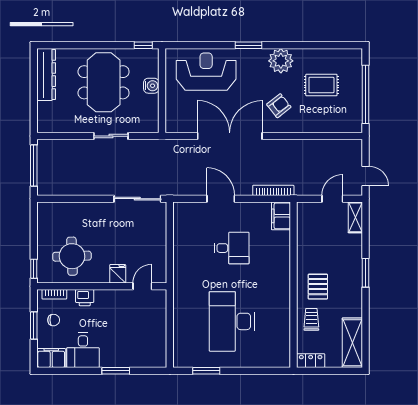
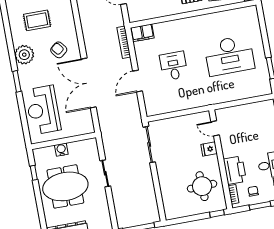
window: (143, 45) -> (34, 173), moved
rug: (321, 85) -> (37, 20), turned 90
printer: (85, 298) -> (235, 170), width x1.87, depth x1.48

